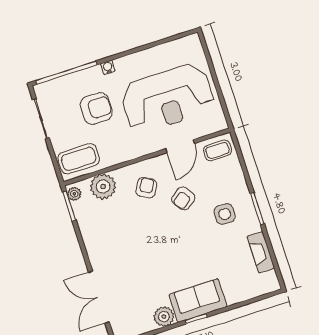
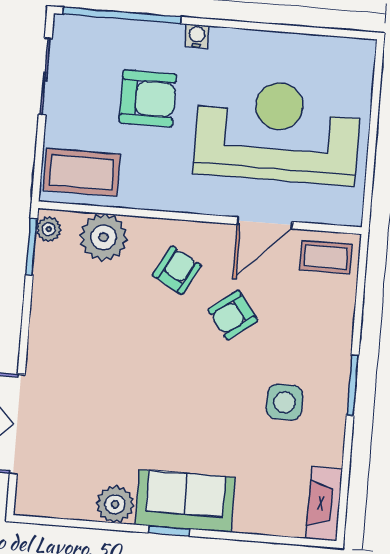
reception desk: (167, 98) -> (277, 132), turned 180
side table: (225, 214) -> (285, 402), moved
fireplace: (261, 252) -> (324, 504), moved

